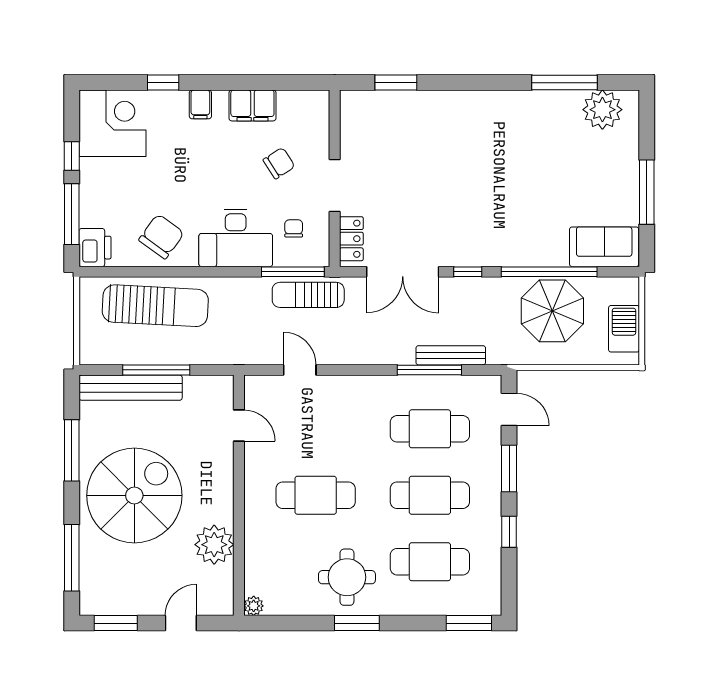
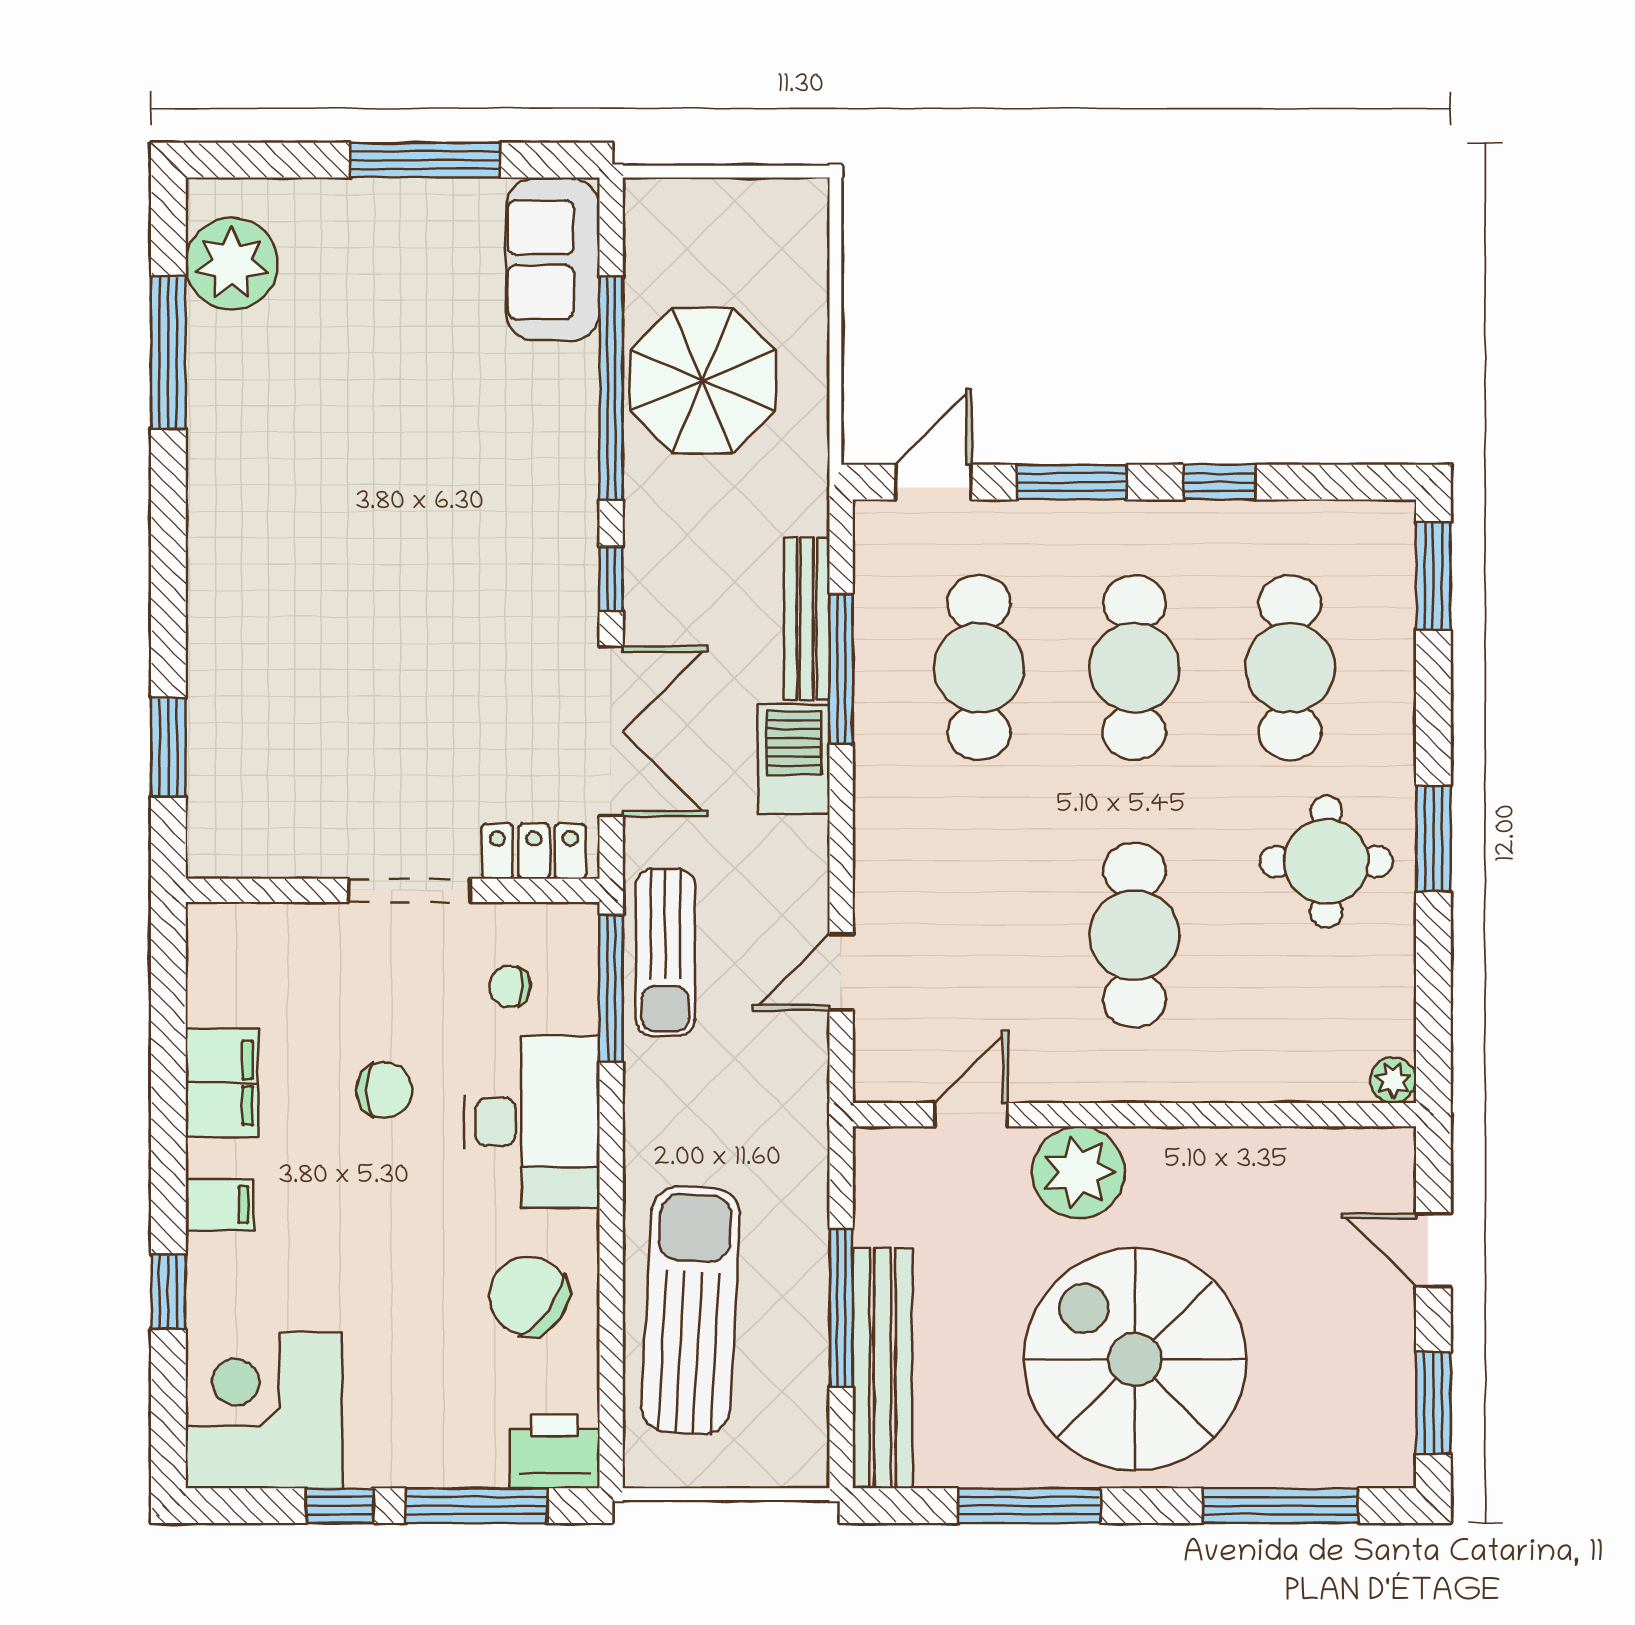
chair: (279, 163) -> (384, 1090), moved, turned 122
barbecue: (624, 329) -> (794, 759), moved, turned 90
plant: (214, 545) -> (1079, 1172), moved

